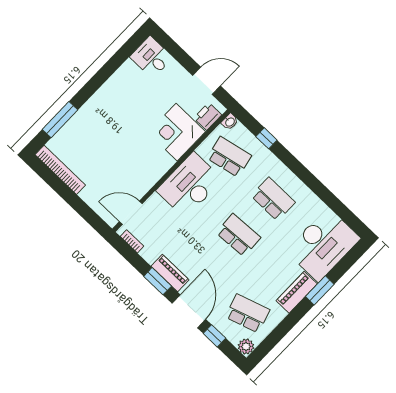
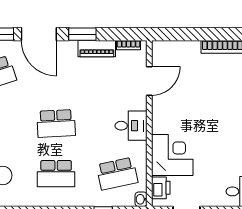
desk: (189, 185) -> (131, 126), width x0.53, depth x0.77
door: (131, 213) -> (149, 81), moved
piano: (170, 273) -> (97, 49), moved

